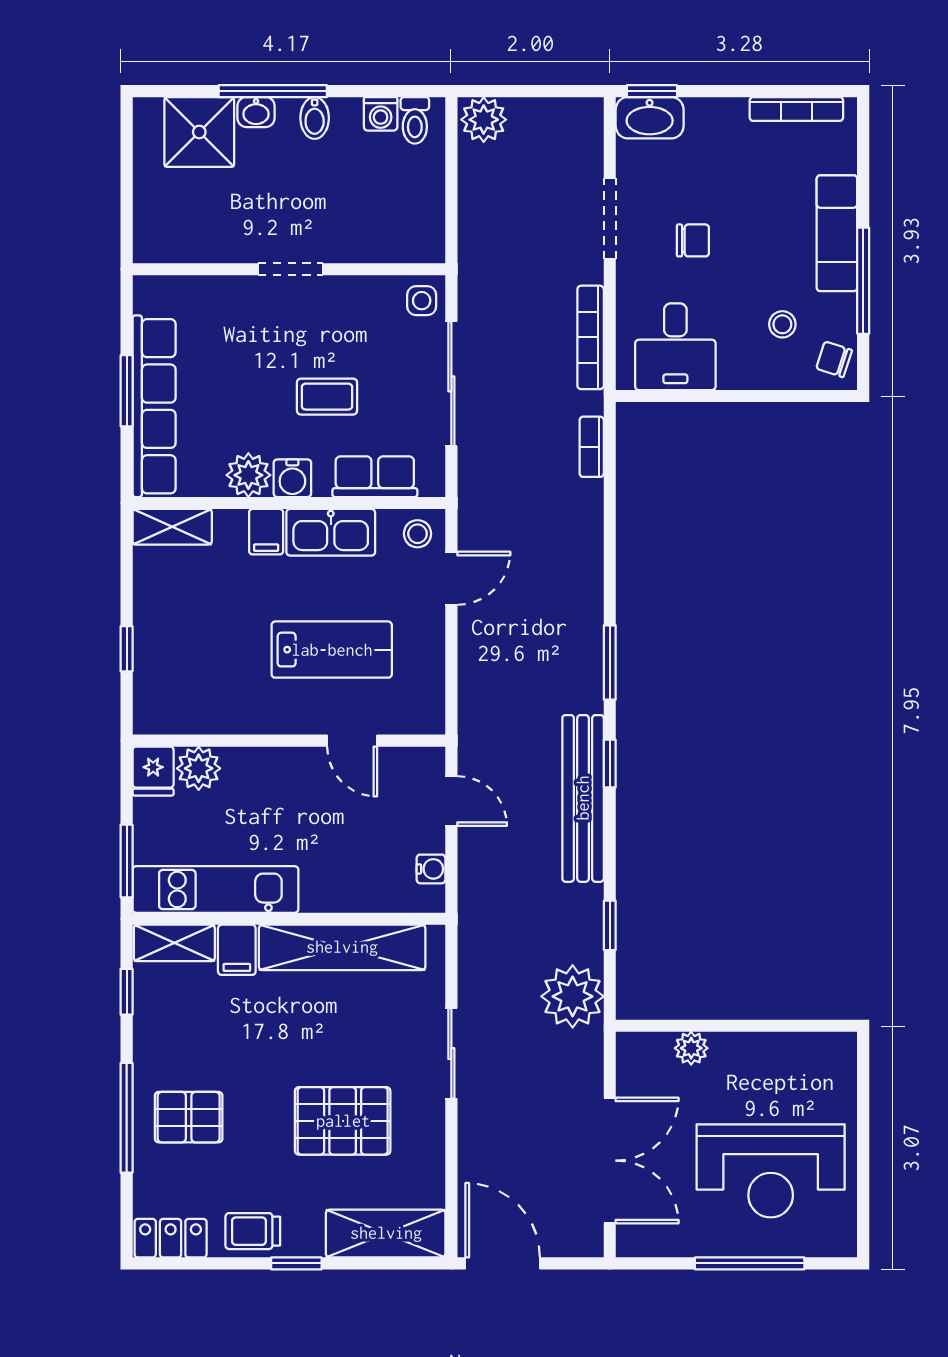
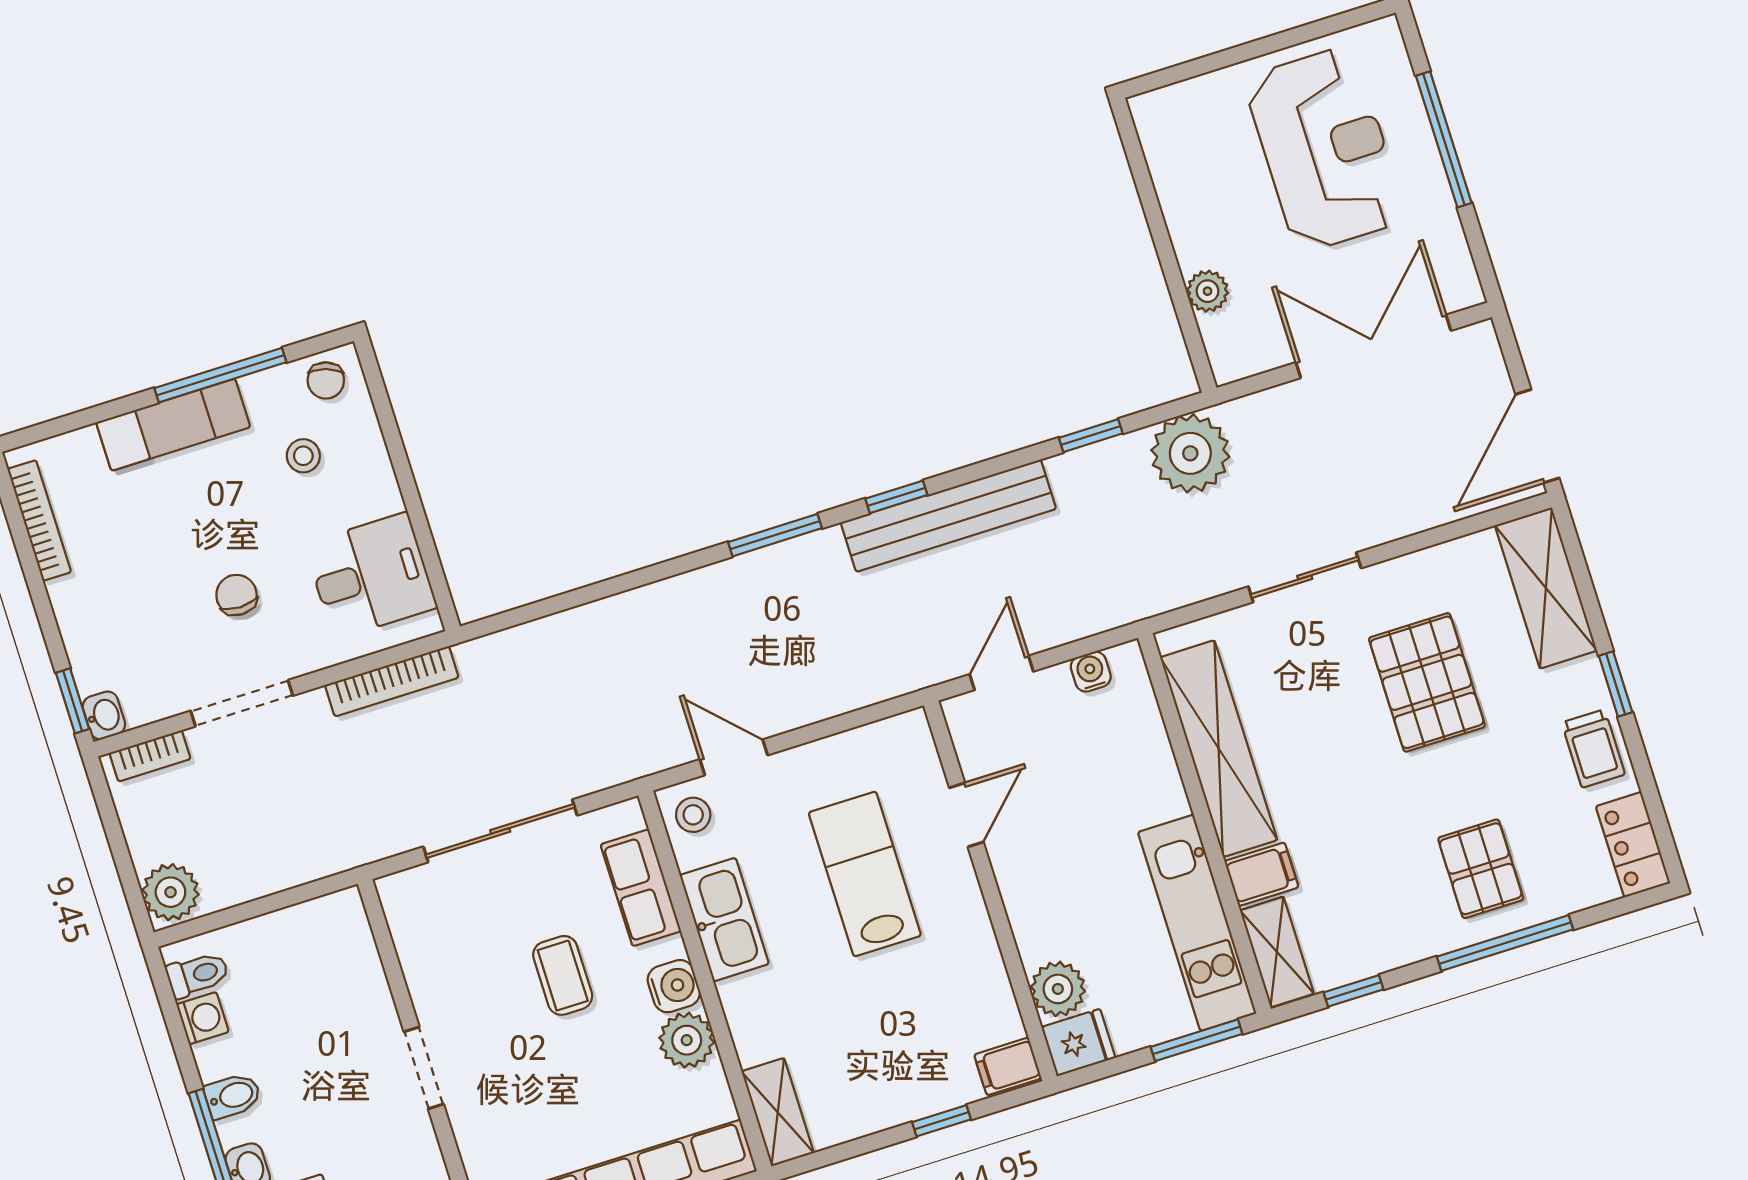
washbasin: (650, 118) -> (104, 715), width x0.52, depth x0.69
side table: (422, 301) -> (412, 898), removed
bookcase: (592, 447) -> (150, 756), moved
filing cabinet: (266, 532) -> (1008, 1066), moved, turned 180

